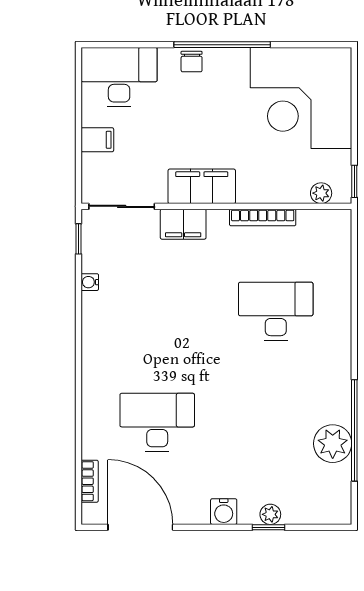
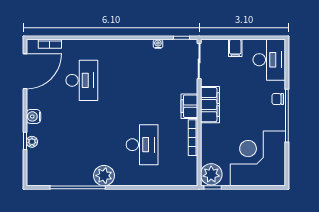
plant: (321, 193) -> (211, 174), width x1.87, depth x1.87
filing cabinet: (183, 224) -> (189, 106), moved
plant: (333, 444) -> (104, 176), moved

